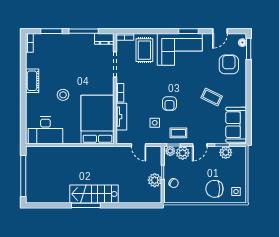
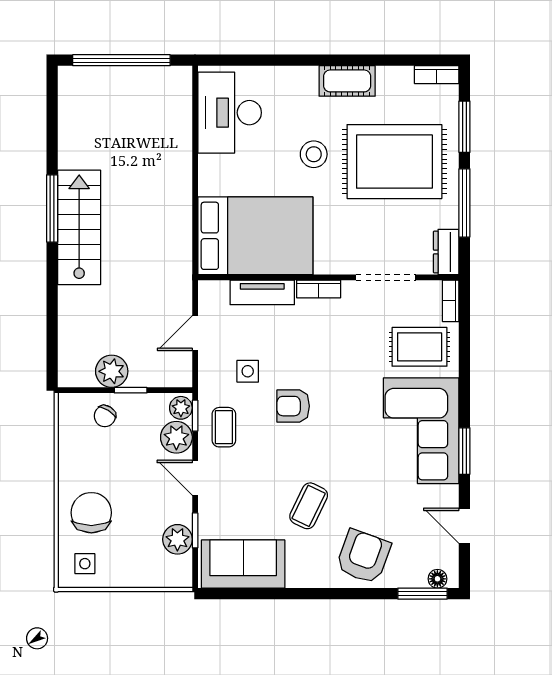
rug: (66, 61) -> (394, 162), added
armchair: (229, 64) -> (363, 557), moved, turned -70

